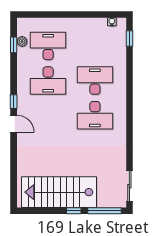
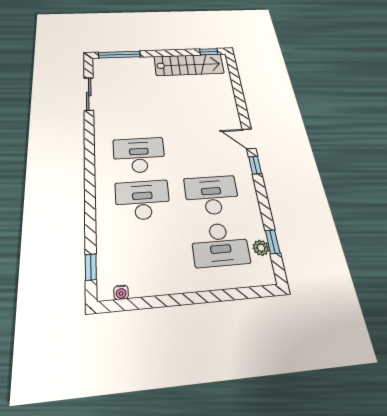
desk: (95, 81) -> (143, 200), turned 180
sliding door: (129, 186) -> (89, 94), moved
stairs: (59, 192) -> (189, 65), width x0.73, depth x0.66
window: (74, 211) -> (209, 52), moved

